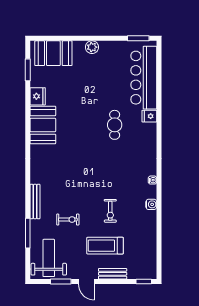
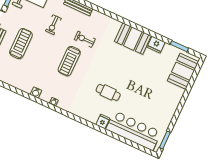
plant: (92, 47) -> (174, 102), removed
treadmill: (100, 184) -> (69, 61), added
exercise bike: (110, 211) -> (85, 39), moved

